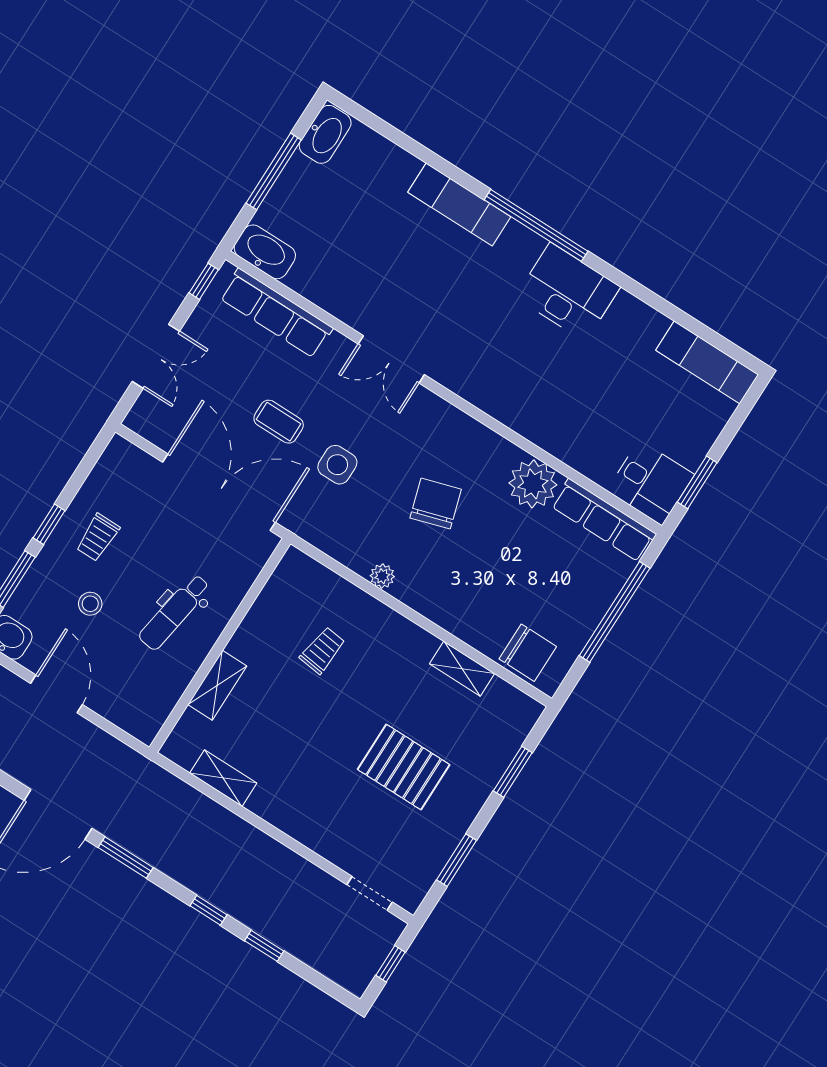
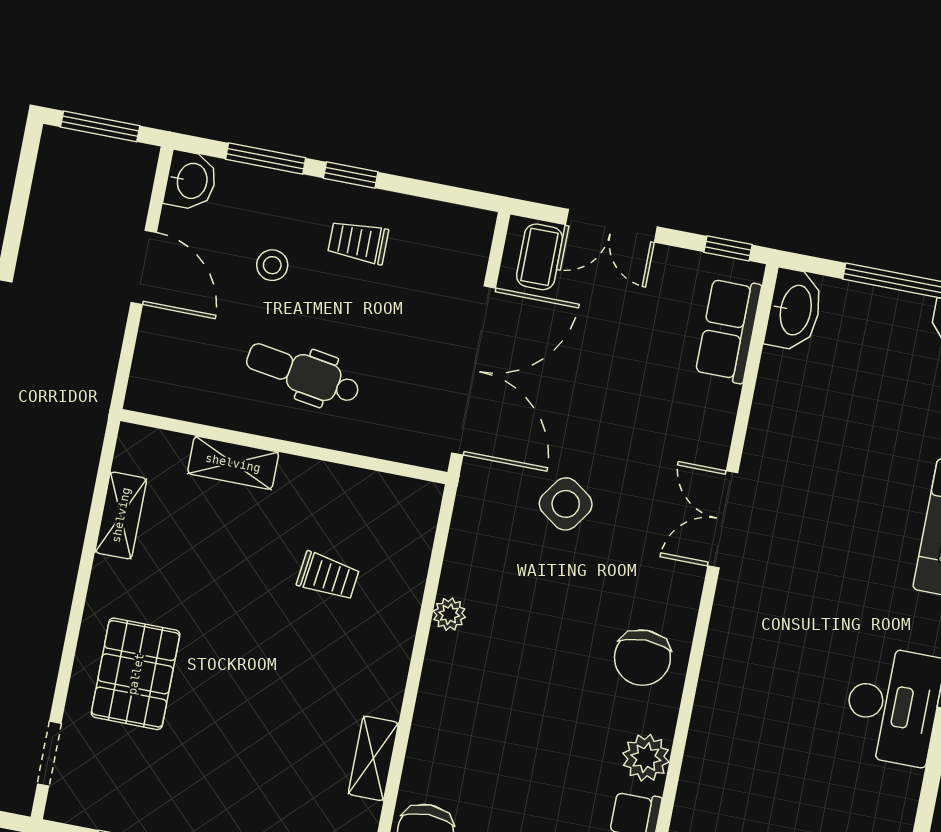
row of seats: (276, 313) -> (728, 330), width x0.68
coffee table: (279, 422) -> (540, 257), moved
side table: (337, 465) -> (566, 504), turned 35
plant: (533, 484) -> (646, 758), width x0.73, depth x0.73
chair: (436, 504) -> (642, 658), moved, turned 107
door: (56, 694) -> (144, 267), hinge flipped
pallet: (404, 767) -> (136, 674), moved

